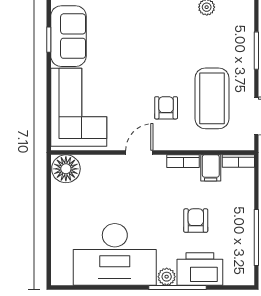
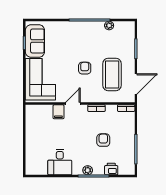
armchair: (166, 108) -> (85, 68), moved
filing cabinet: (211, 168) -> (58, 112), moved
floor lamp: (66, 169) -> (34, 112), removed
desk: (115, 254) -> (60, 162), width x0.53, depth x0.77
printer: (200, 269) -> (111, 169), width x0.53, depth x0.68

